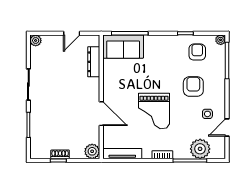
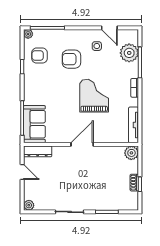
dresser: (94, 62) -> (38, 151), moved
grand piano: (154, 111) -> (94, 96), turned -90
door: (101, 114) -> (82, 144), moved

